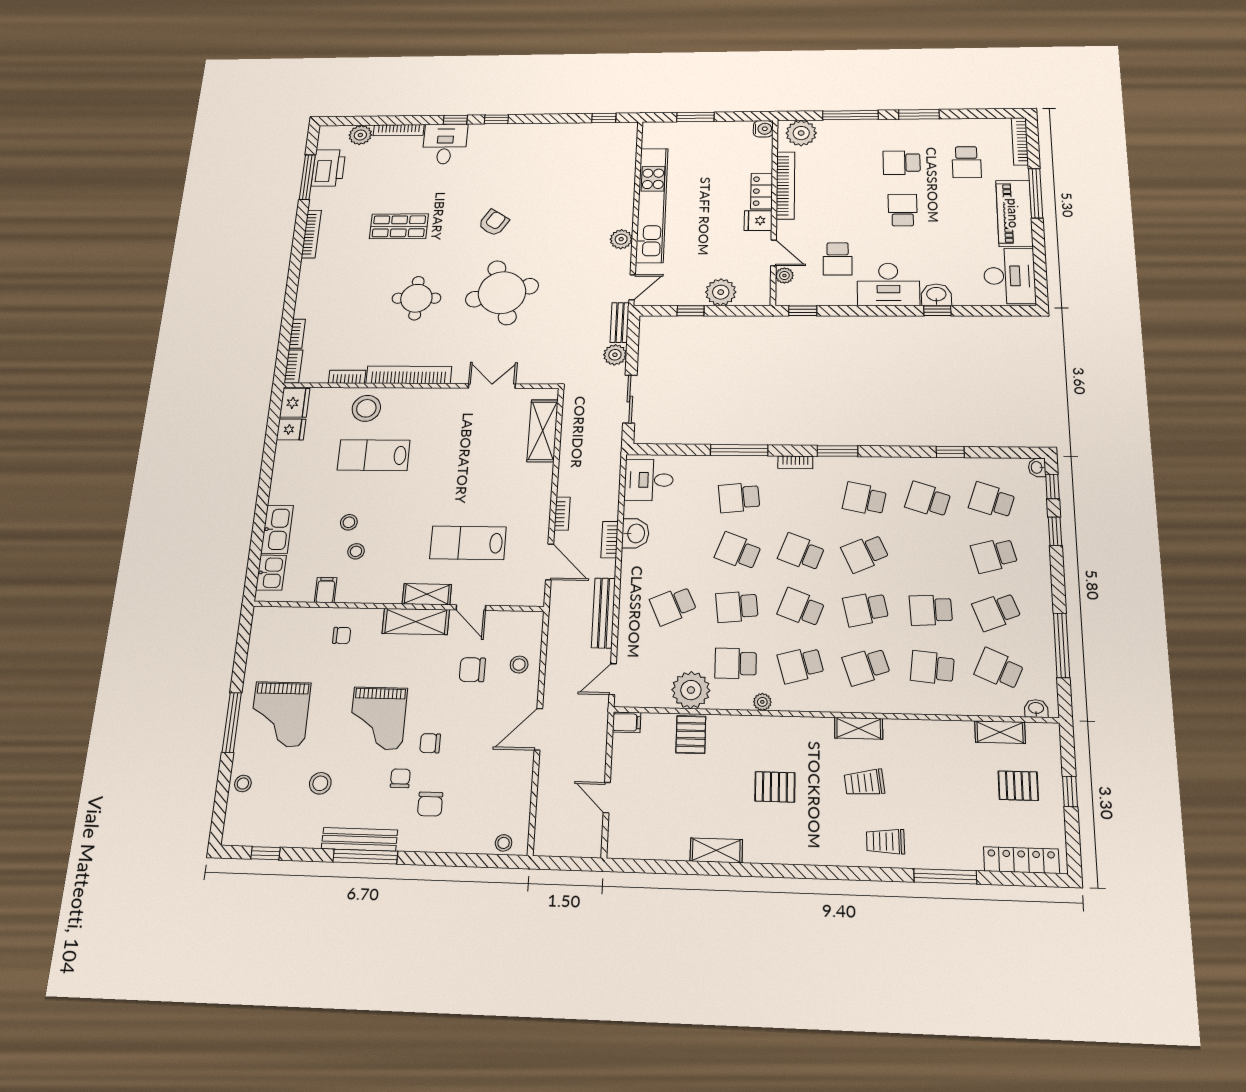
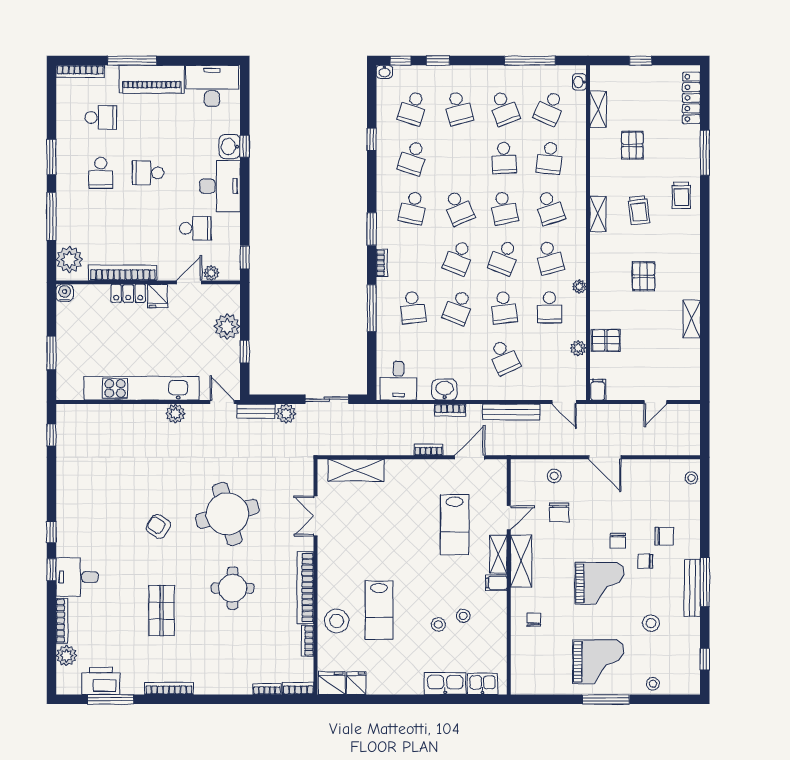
filing cabinet: (326, 590) -> (496, 583), moved
plant: (691, 690) -> (578, 348), width x0.53, depth x0.53
pallet: (1018, 786) -> (632, 145), moved

